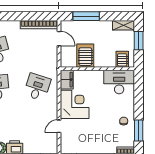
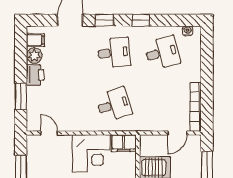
desk: (37, 87) -> (114, 105), turned -36
door: (59, 126) -> (49, 133), moved

